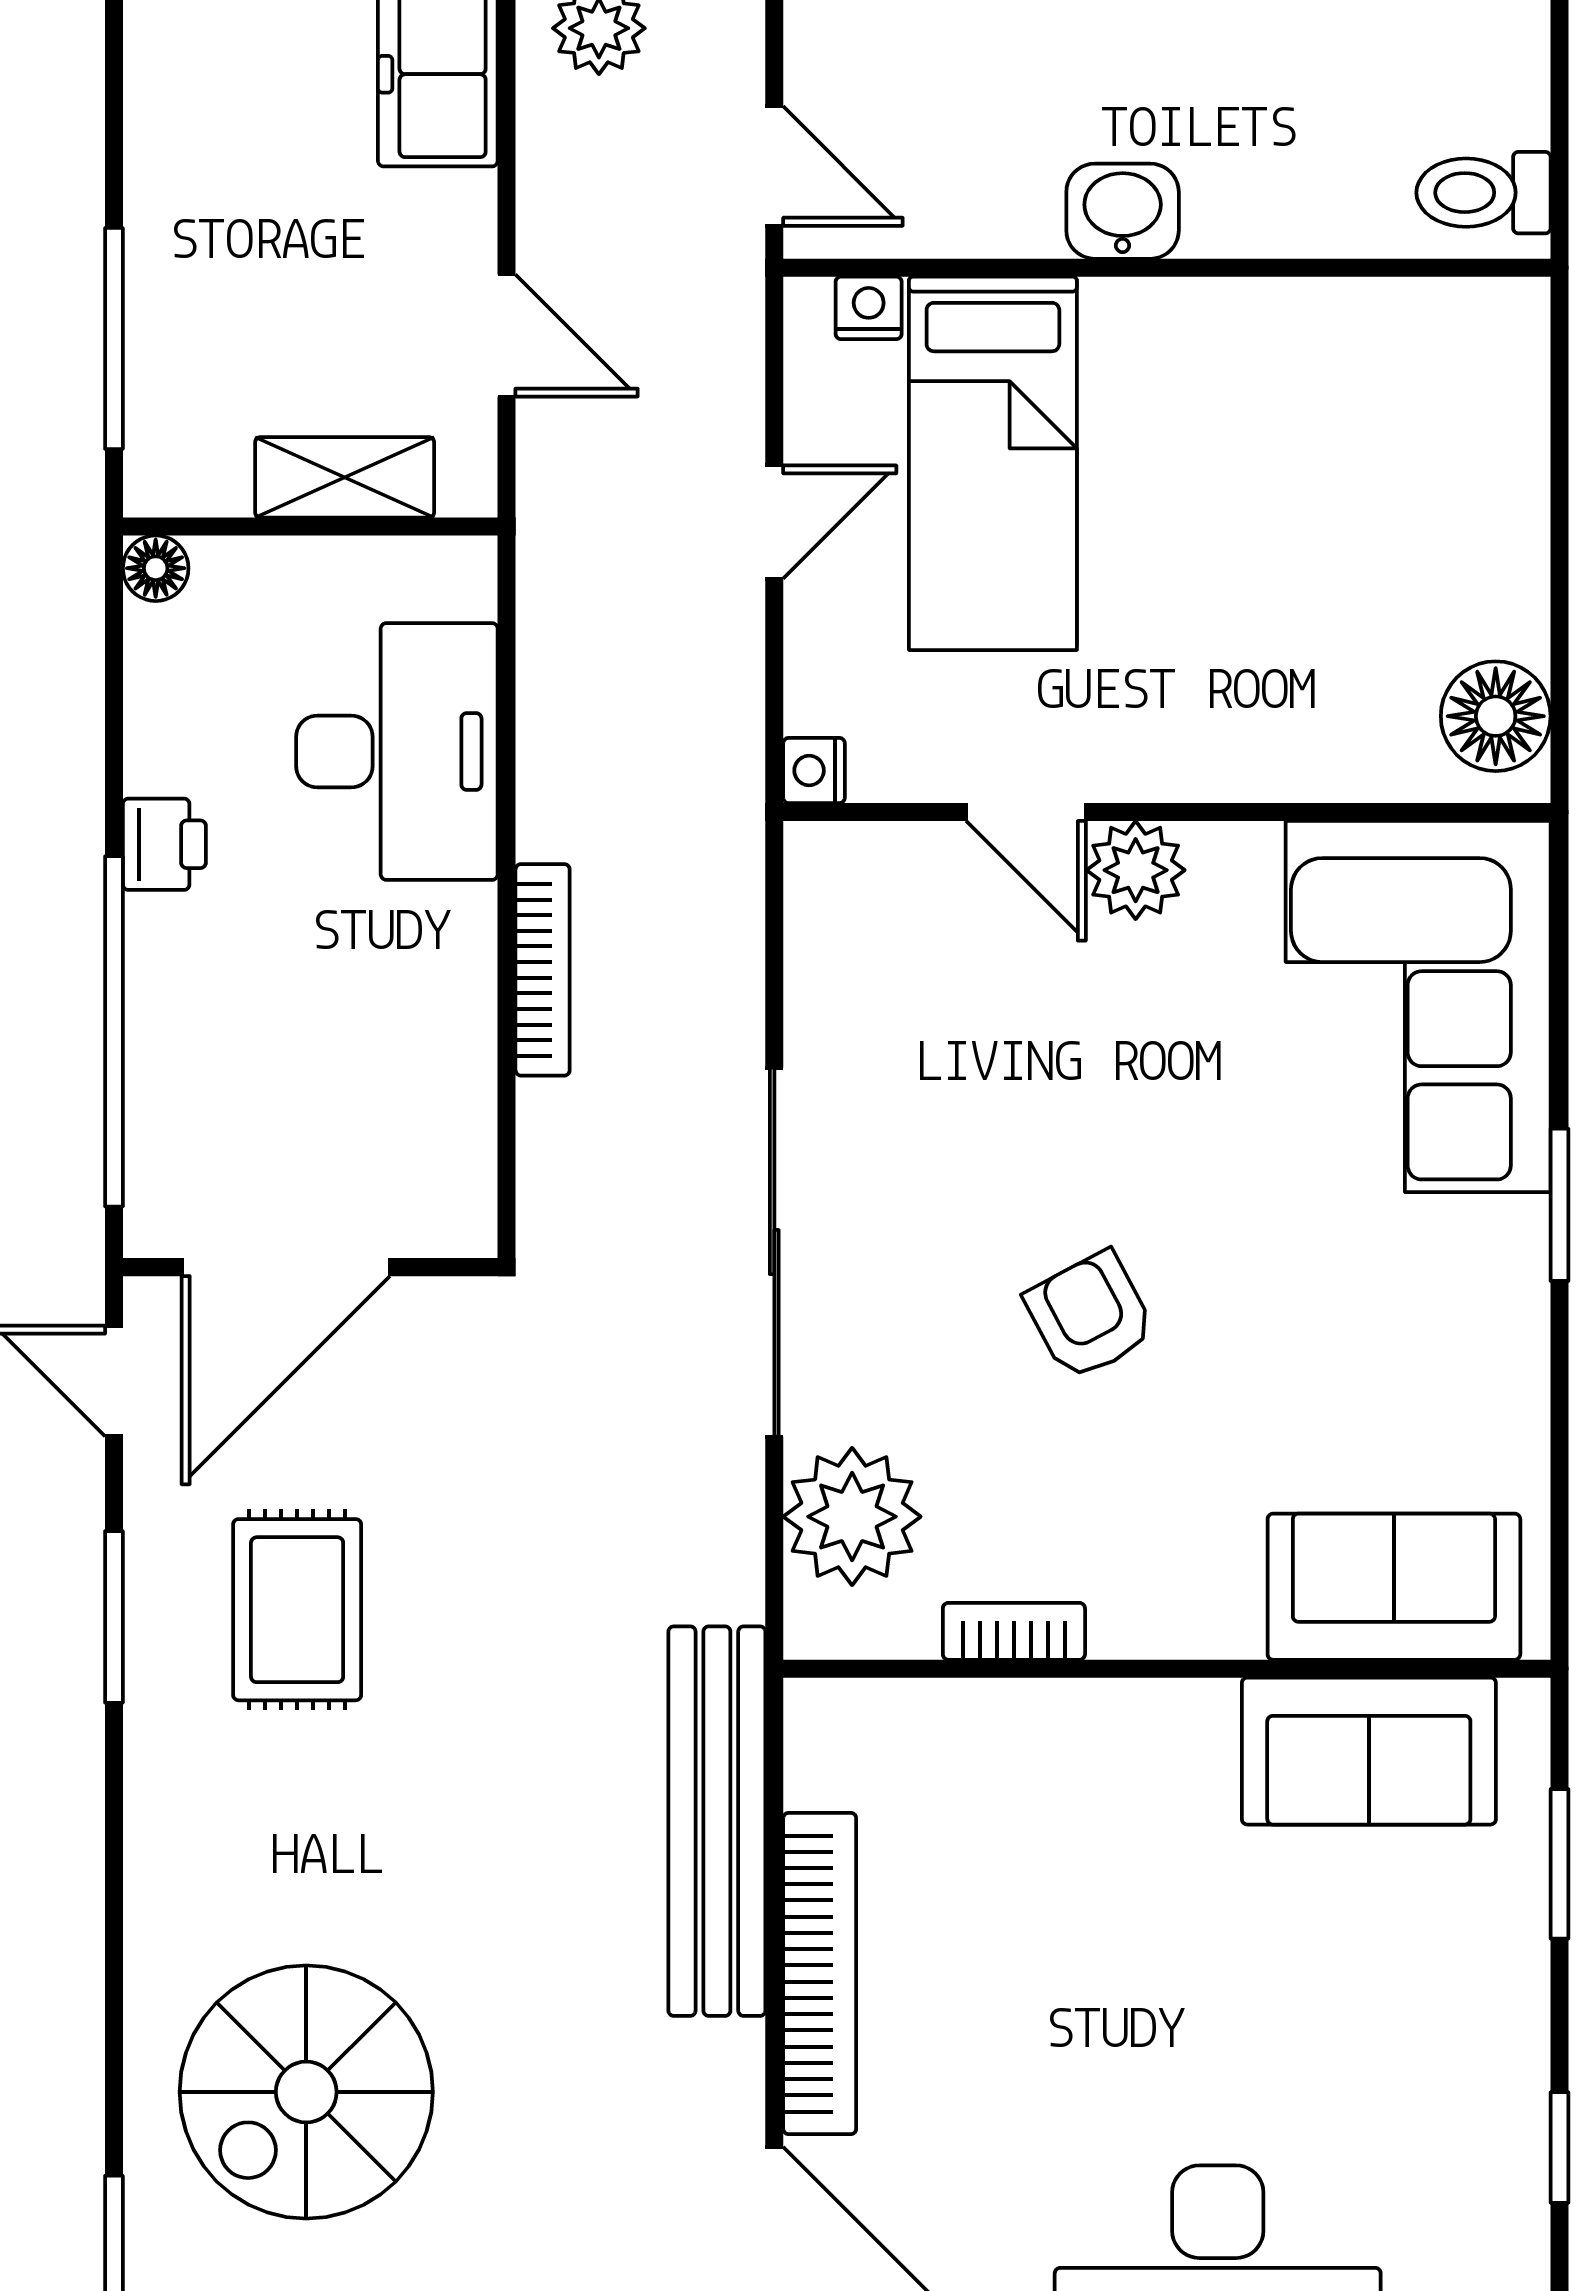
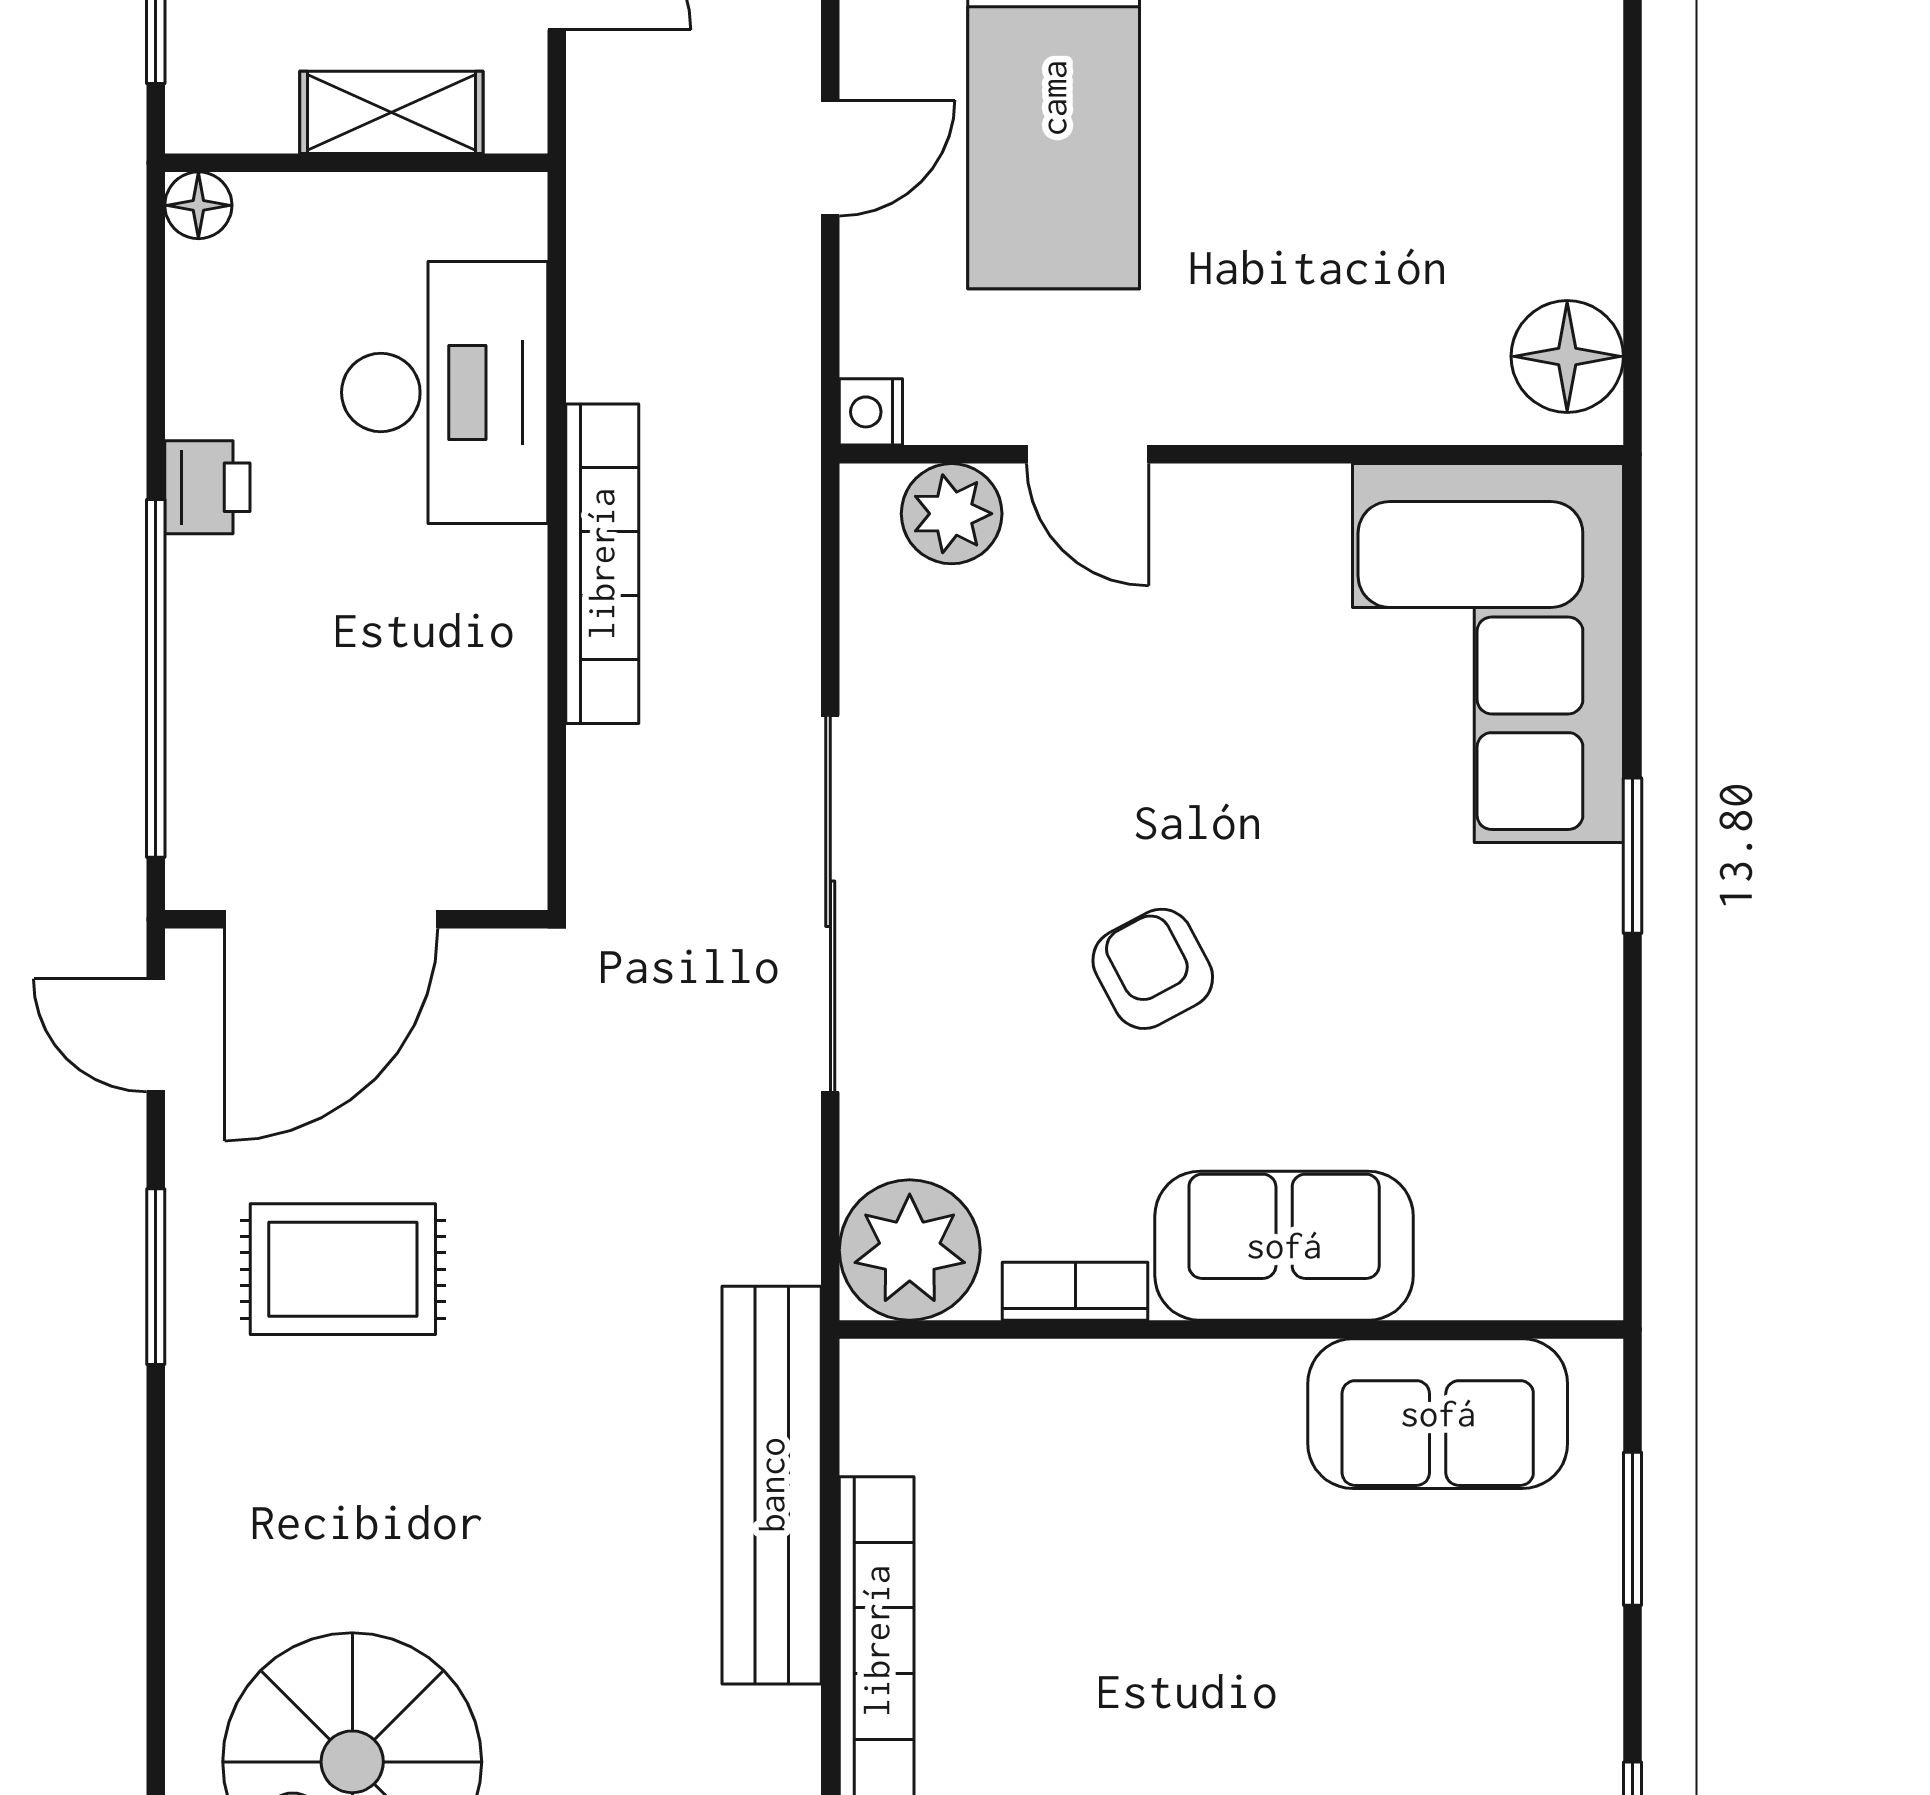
plant: (1136, 870) -> (952, 514), moved
bookcase: (543, 970) -> (602, 564), width x1.48, depth x1.31
plant: (852, 1517) -> (910, 1250), moved
sofa: (1394, 1587) -> (1284, 1246), moved
rug: (297, 1610) -> (343, 1269), turned 90

